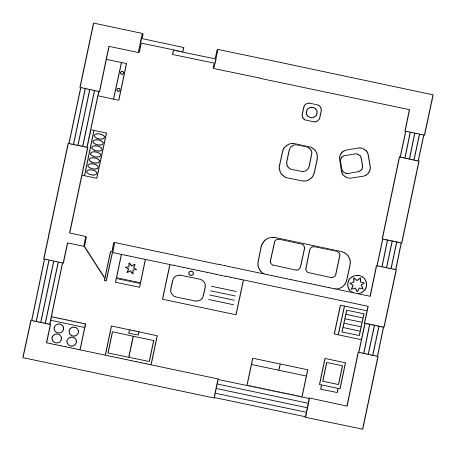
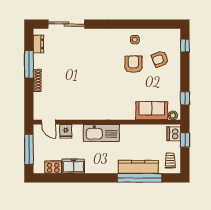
sofa: (304, 263) -> (152, 111), width x0.73
cooker: (66, 333) -> (53, 167), moved
kitchen counter: (277, 378) -> (138, 167), width x1.50

